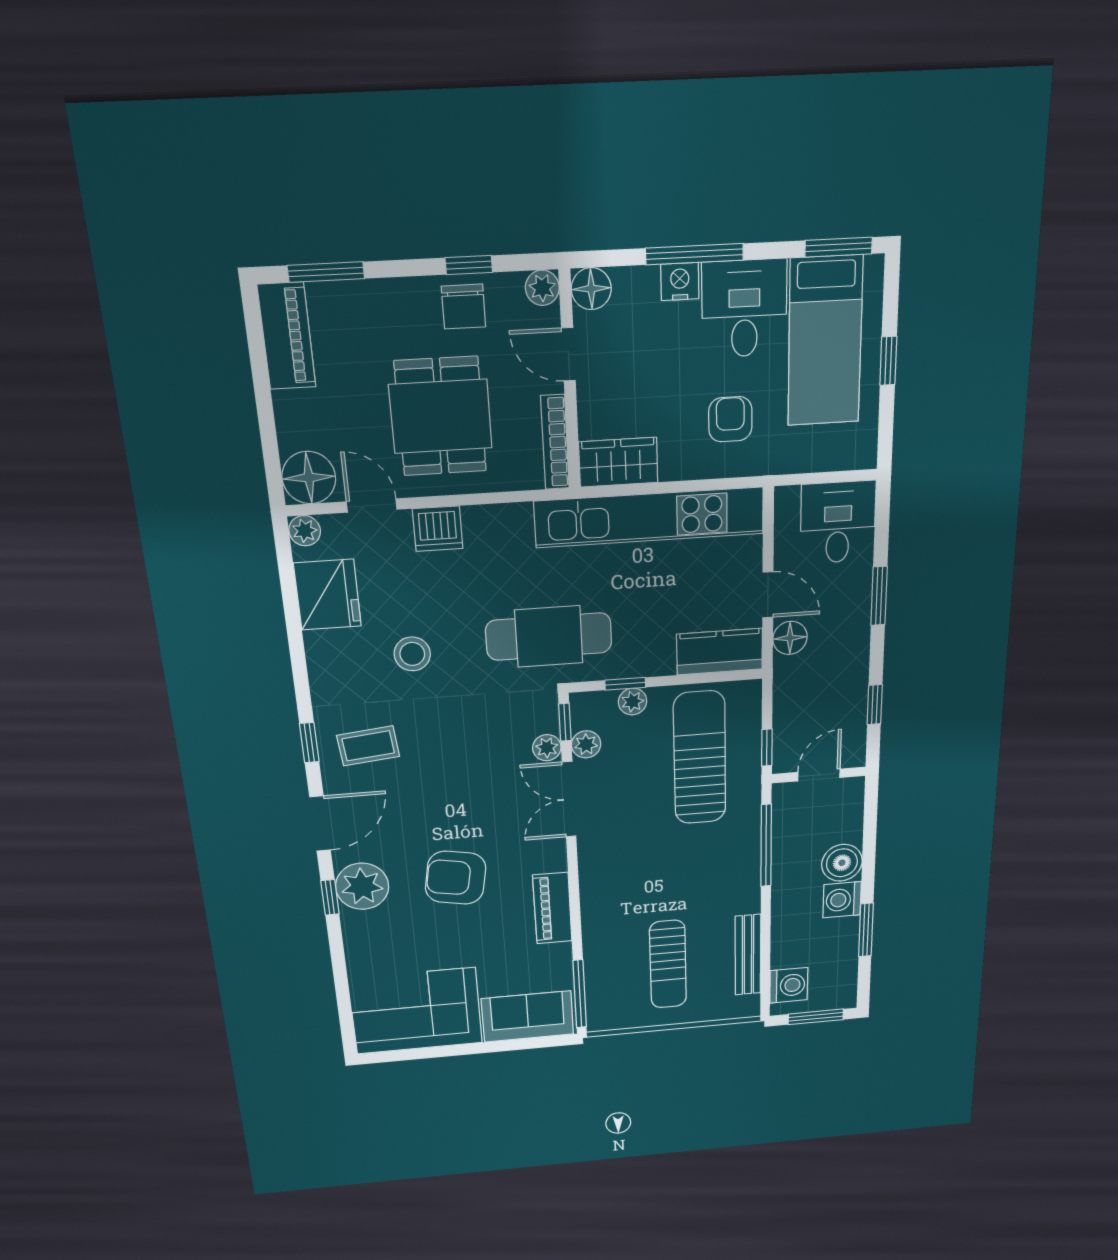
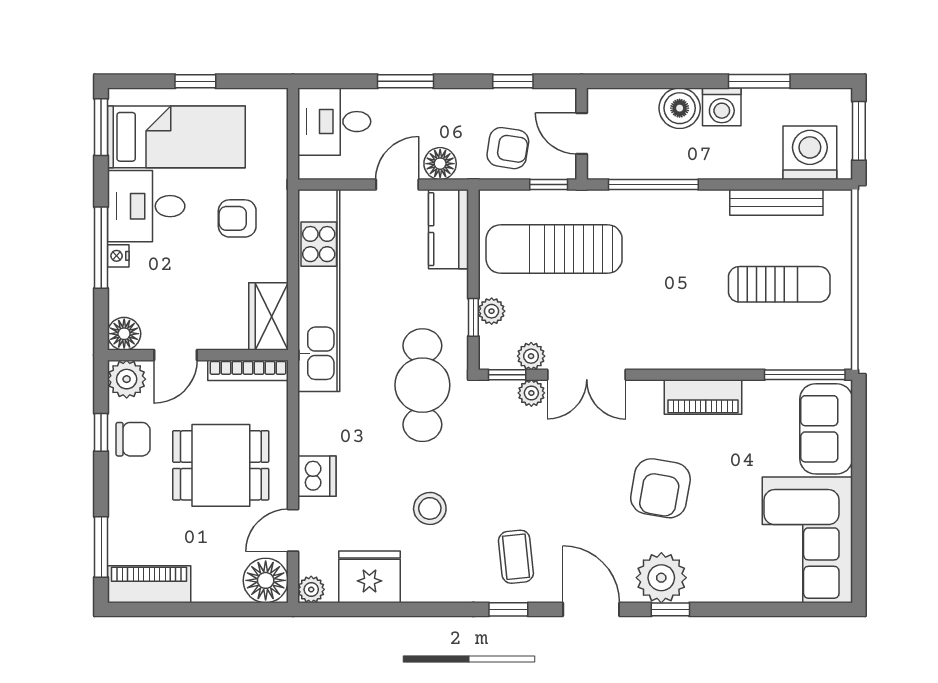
nightstand: (680, 282) -> (118, 256), width x0.72, depth x0.74
plant: (542, 288) -> (127, 379), width x1.38, depth x1.38
armchair: (805, 705) -> (508, 148), added
washing machine: (789, 985) -> (810, 153), width x1.37, depth x1.37

